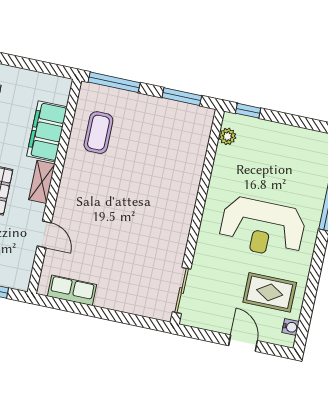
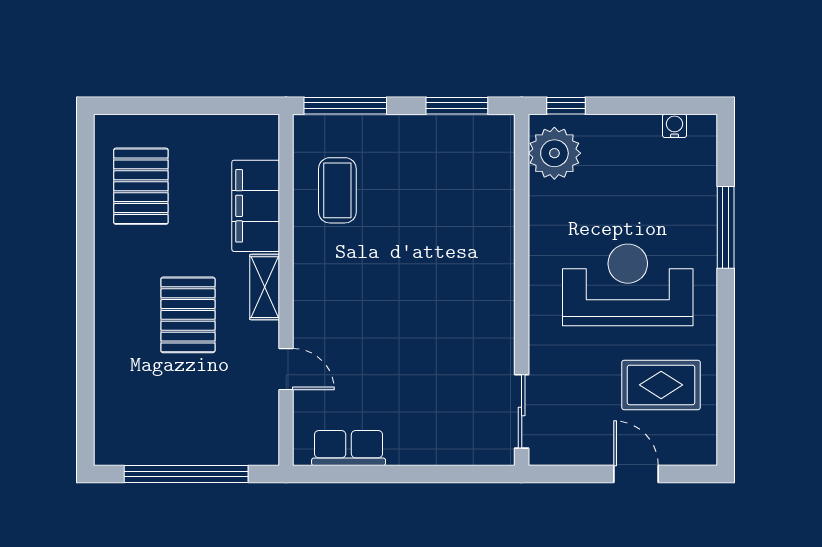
plant: (227, 136) -> (554, 153), width x1.87, depth x1.87
reception desk: (262, 227) -> (628, 285), turned 180
water cooler: (291, 327) -> (674, 126), moved, turned -90

